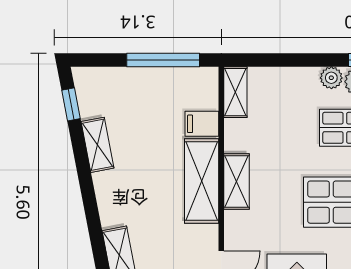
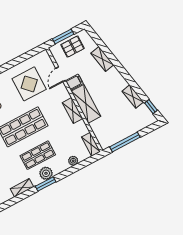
plant: (331, 78) -> (73, 161), moved
filing cabinet: (202, 124) -> (74, 82), moved

